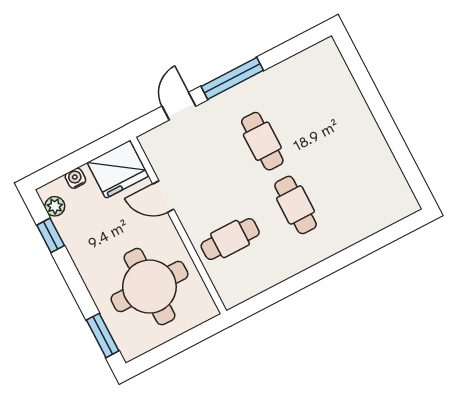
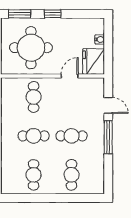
cafe table: (328, 107) -> (71, 175), added
cafe table: (361, 171) -> (34, 175), added
plant: (55, 206) -> (92, 23), removed
window: (51, 235) -> (53, 14), moved

